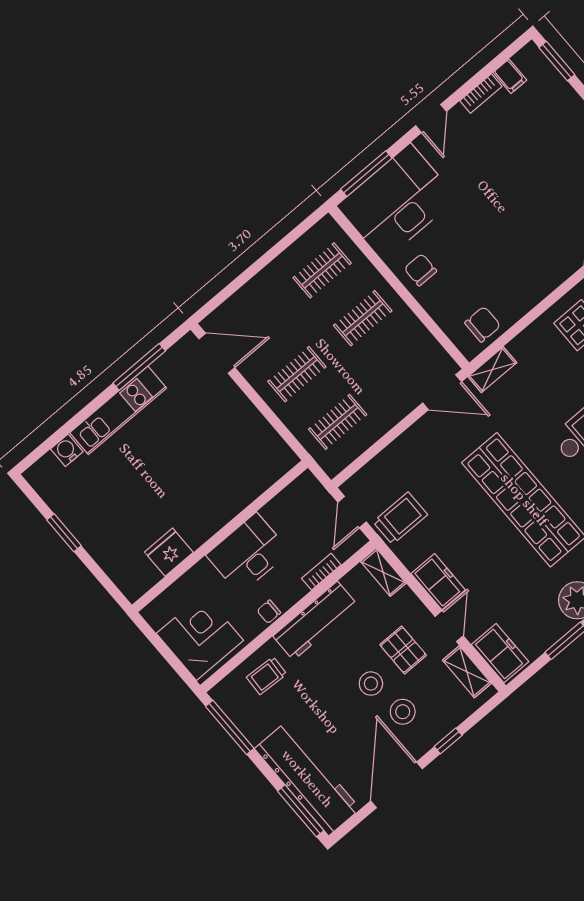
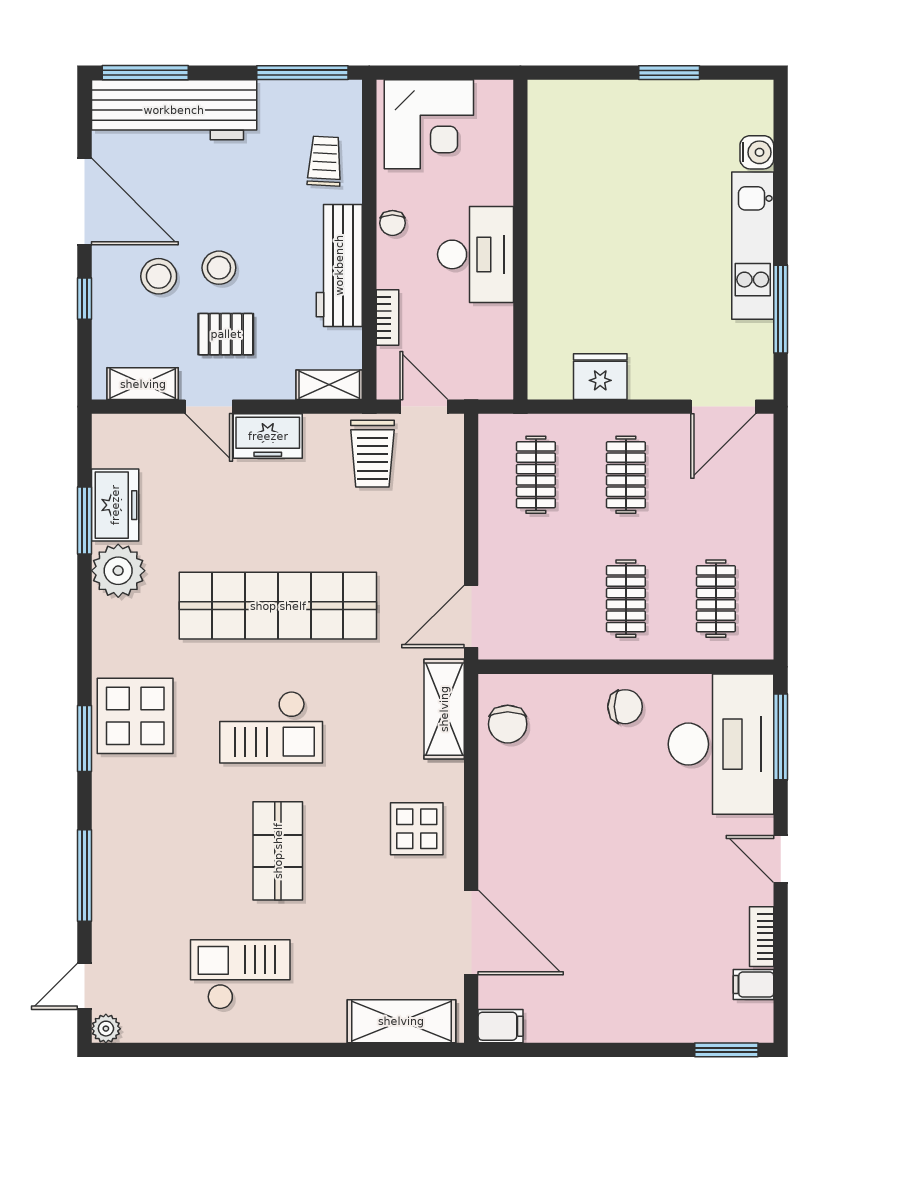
shelving: (492, 370) -> (444, 709), width x1.50, depth x1.33
fridge: (169, 552) -> (600, 377), moved, turned -90
chair: (269, 612) -> (392, 223), turned 180
freezer: (500, 653) -> (115, 505), moved, turned -90

